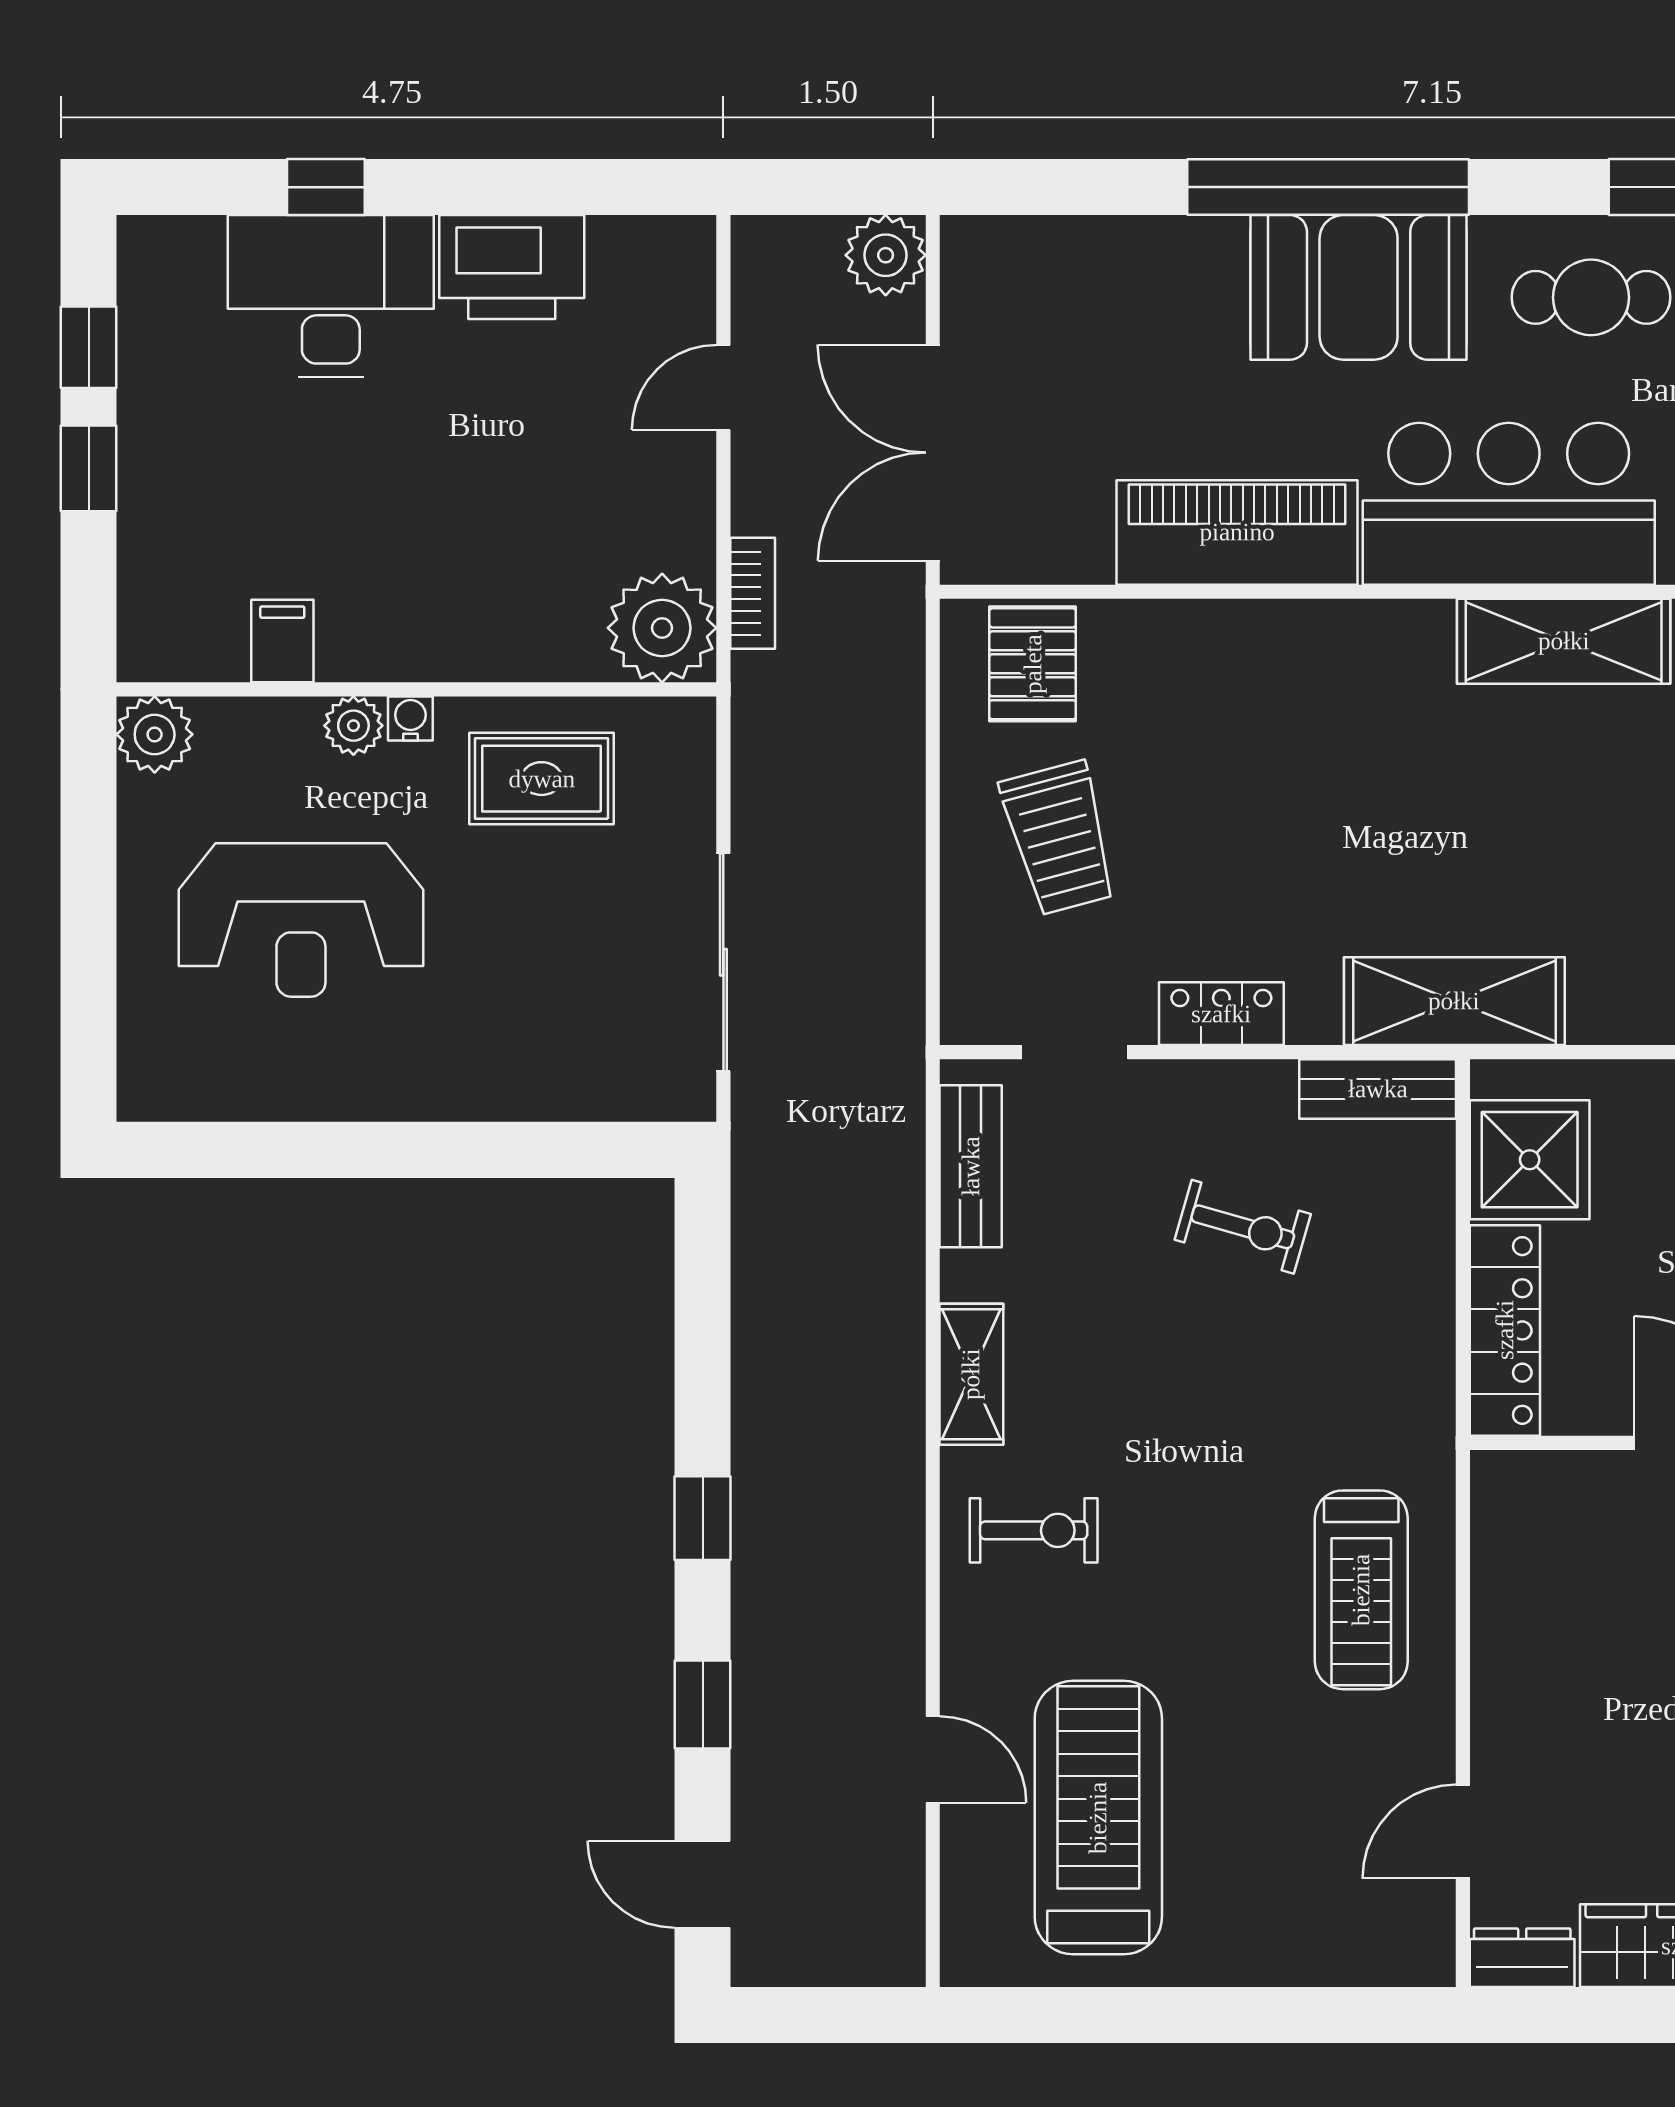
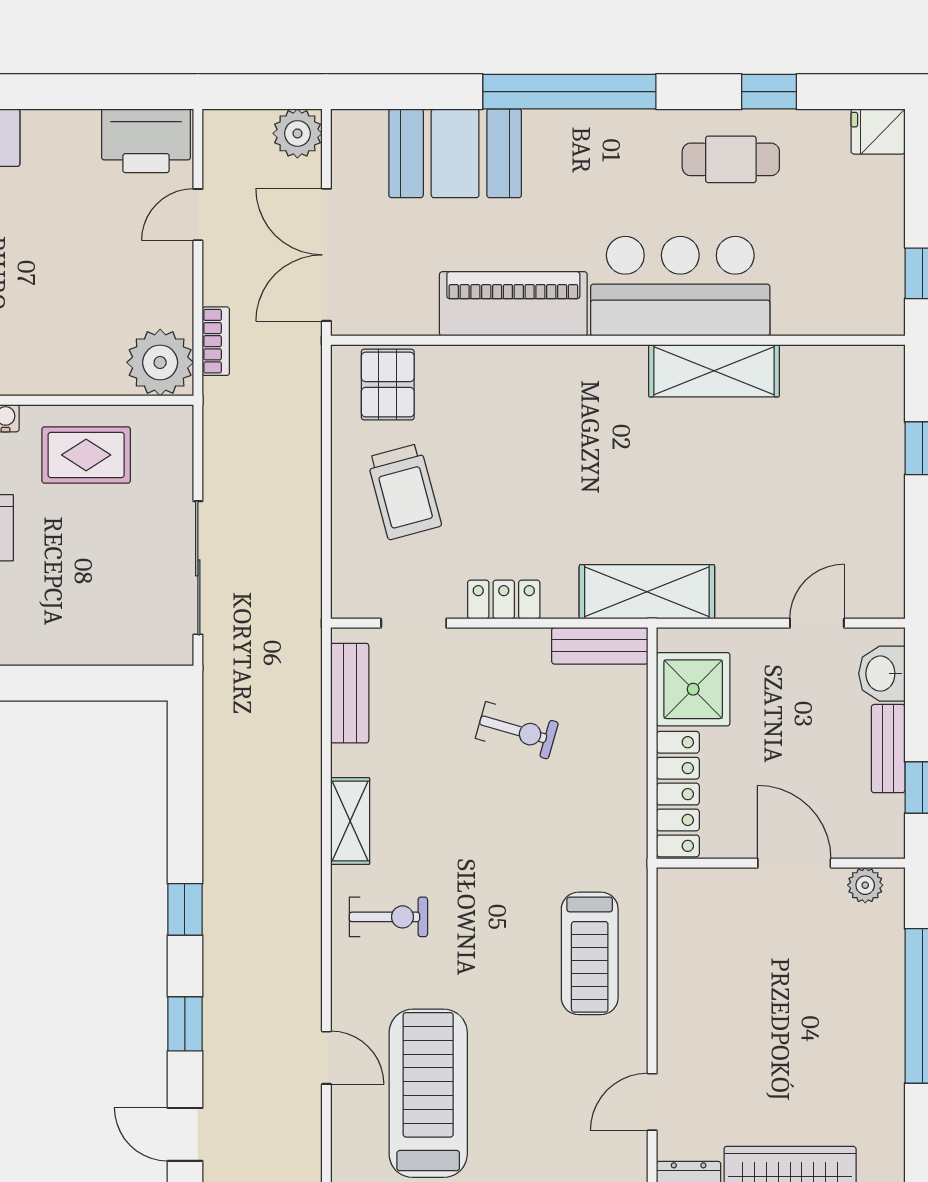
printer: (512, 267) -> (146, 141), moved
booth: (1359, 287) -> (455, 153), moved

